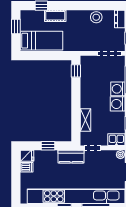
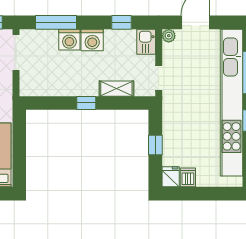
window: (76, 71) -> (86, 103), moved
kitchen counter: (71, 157) -> (172, 110), removed

